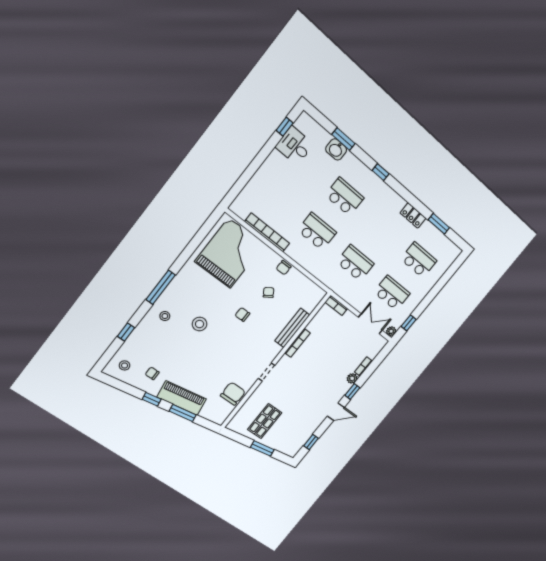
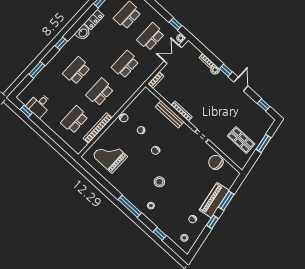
washbasin: (336, 149) -> (83, 33), moved
school desk: (277, 199) -> (74, 120), added
grand piano: (229, 253) -> (110, 156), width x0.73, depth x0.68

